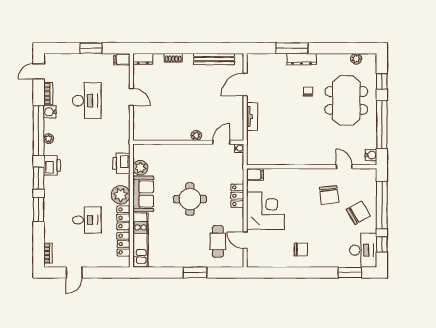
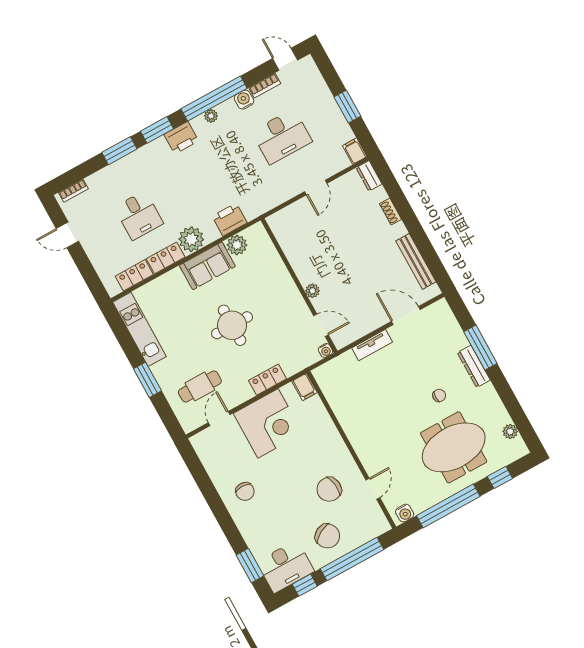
kitchen unit: (141, 240) -> (139, 329), moved, turned -90

